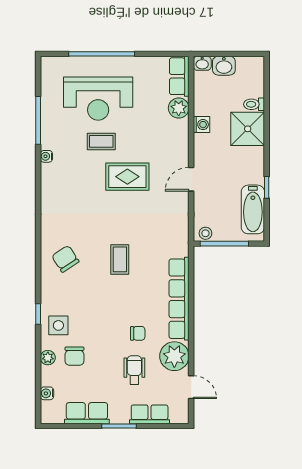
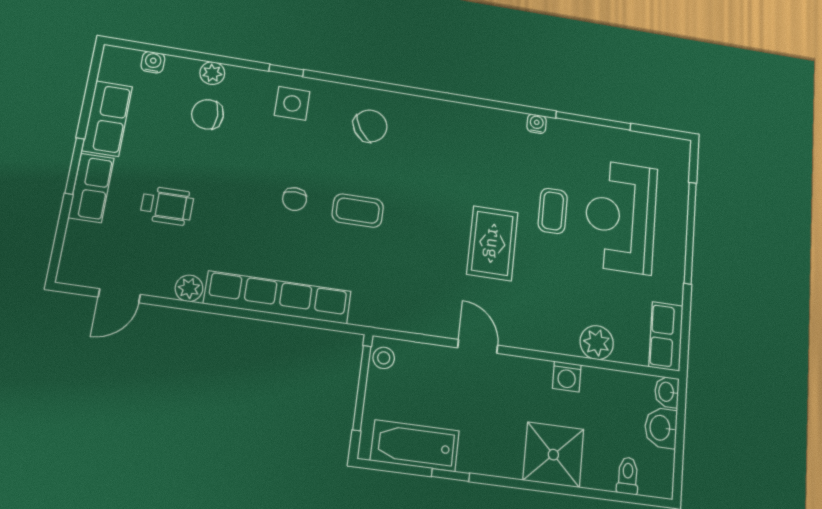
row of seats: (179, 76) -> (666, 336), moved, turned -90
toilet: (254, 104) -> (628, 476), moved
side table: (58, 325) -> (292, 103), moved
chair: (138, 333) -> (295, 199), moved
plant: (174, 356) -> (189, 288), width x0.53, depth x0.53
row of seats: (150, 414) -> (91, 188), moved

